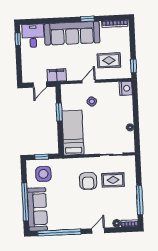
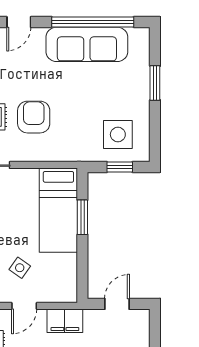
filing cabinet: (57, 75) -> (65, 321), moved
window: (59, 112) -> (82, 217), moved
window: (25, 202) -> (155, 83), width x0.47
sofa: (37, 209) -> (87, 44), moved, turned -90

